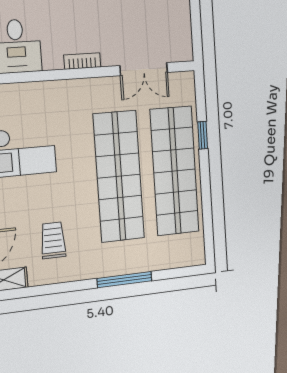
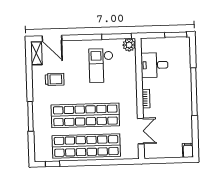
double door: (144, 69) -> (141, 131), swing flipped
window: (203, 135) -> (53, 164), moved

